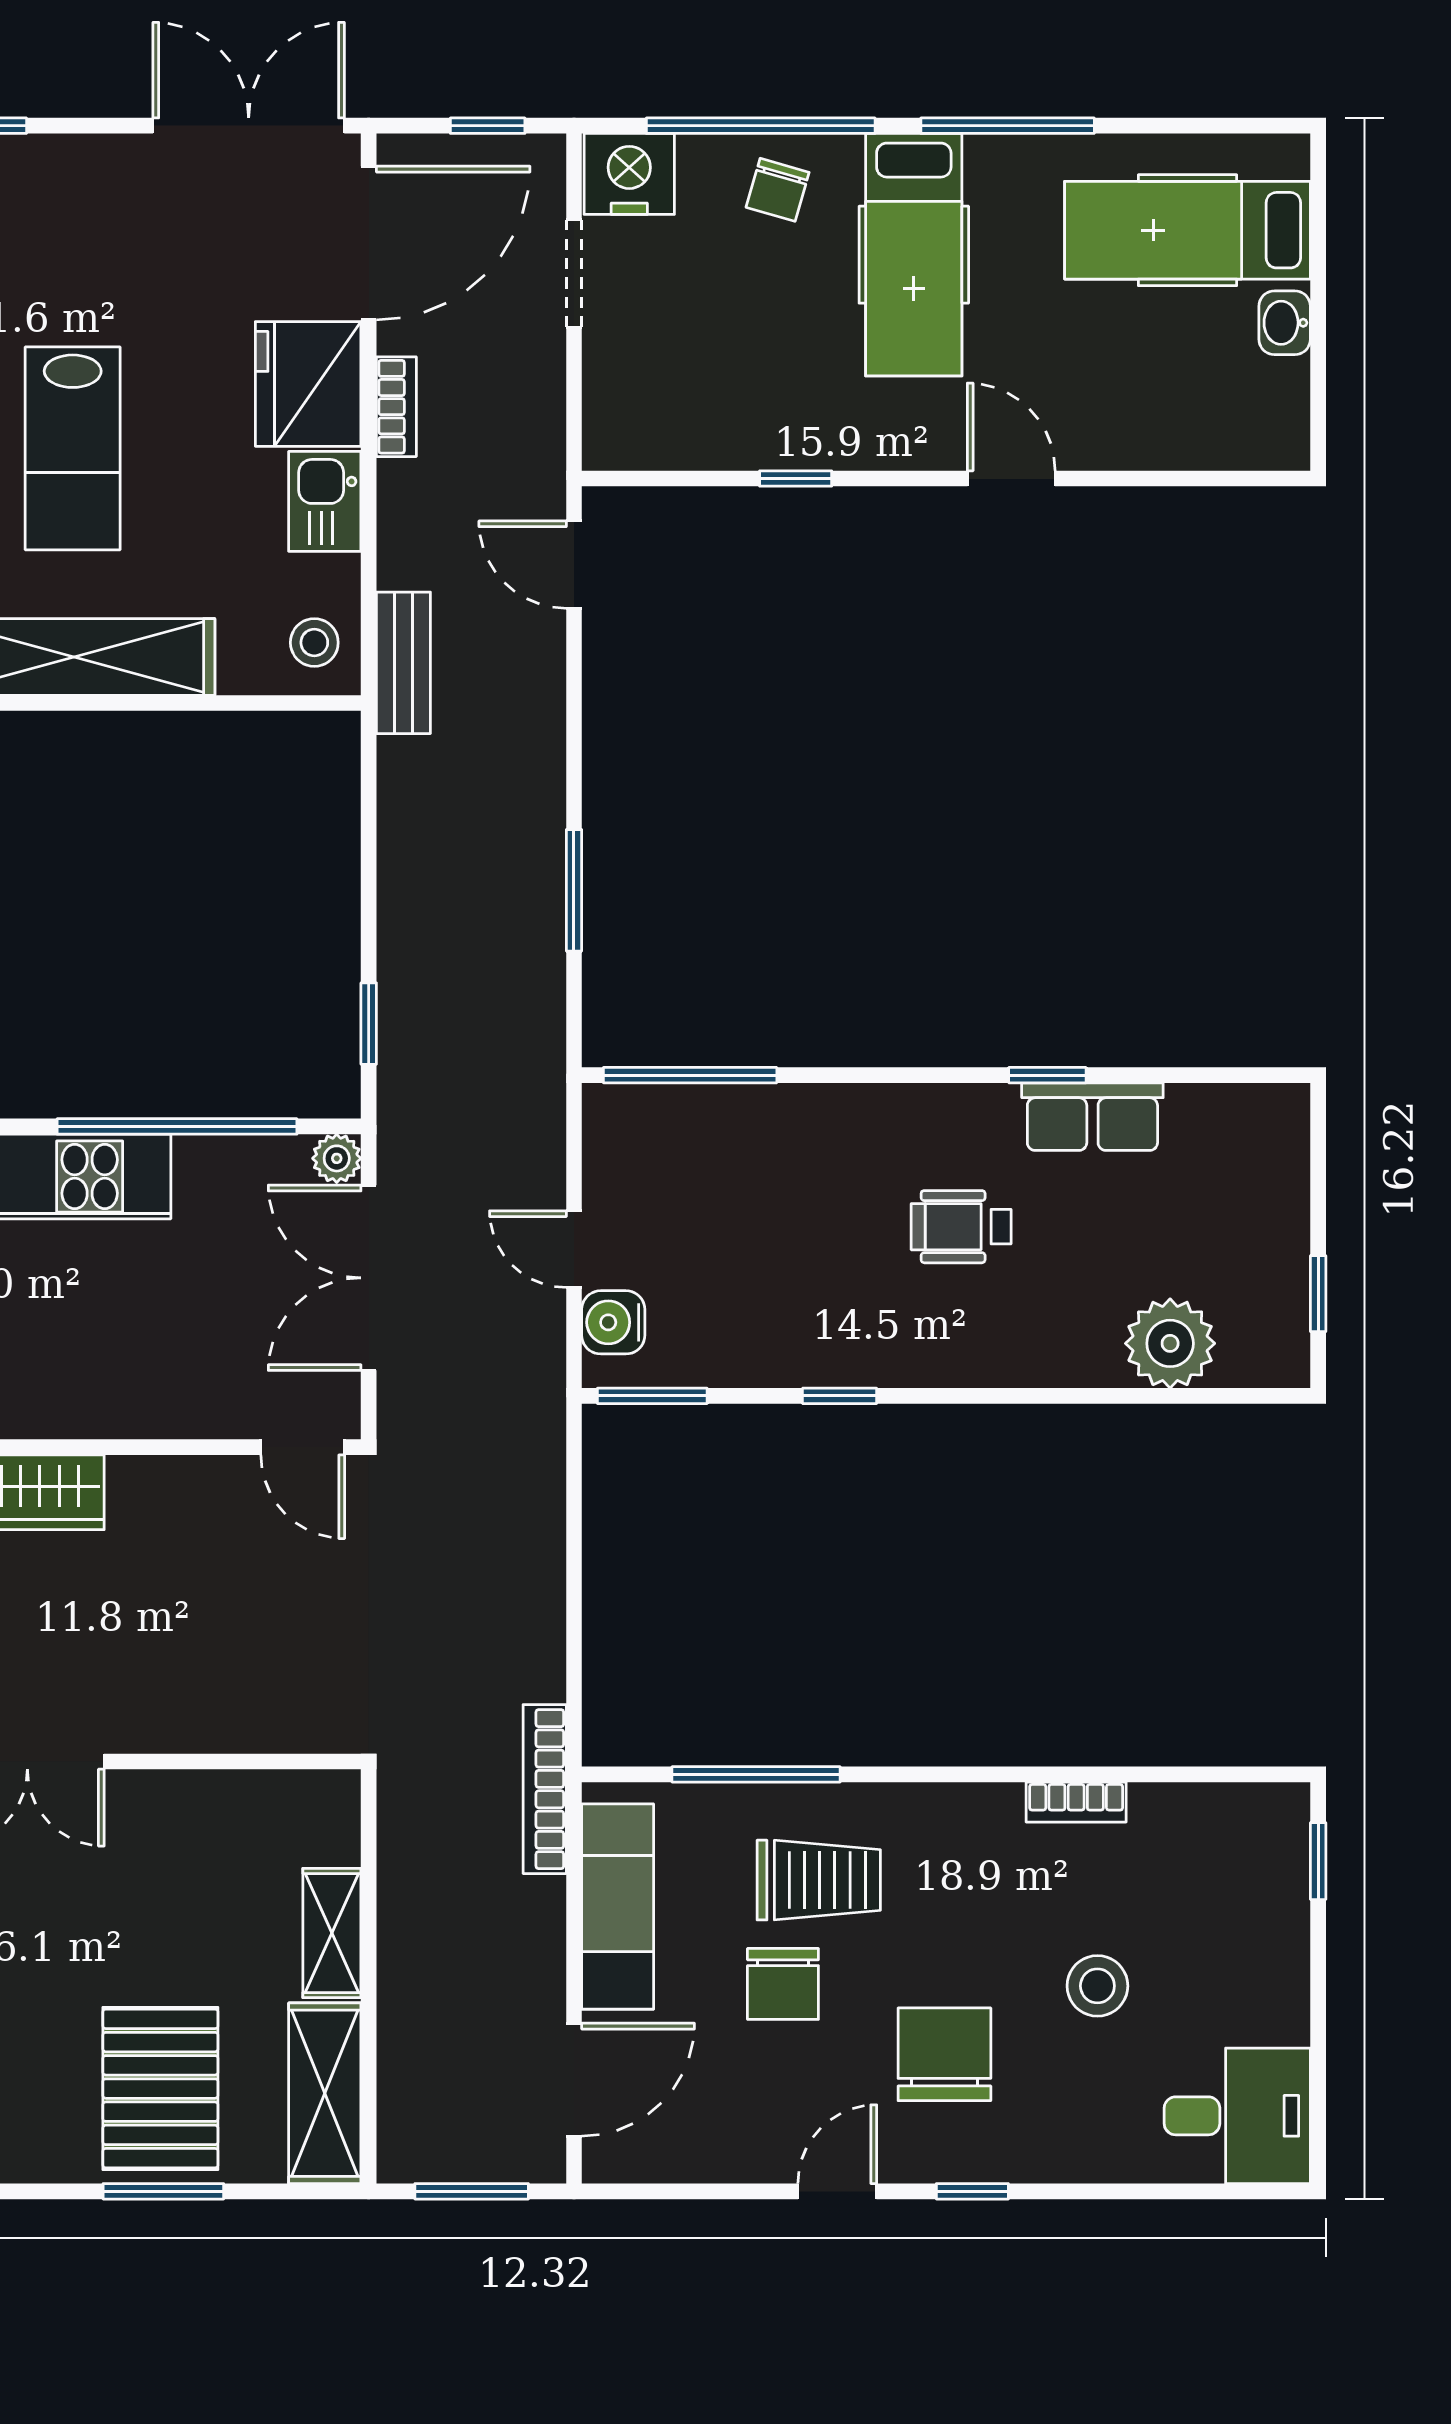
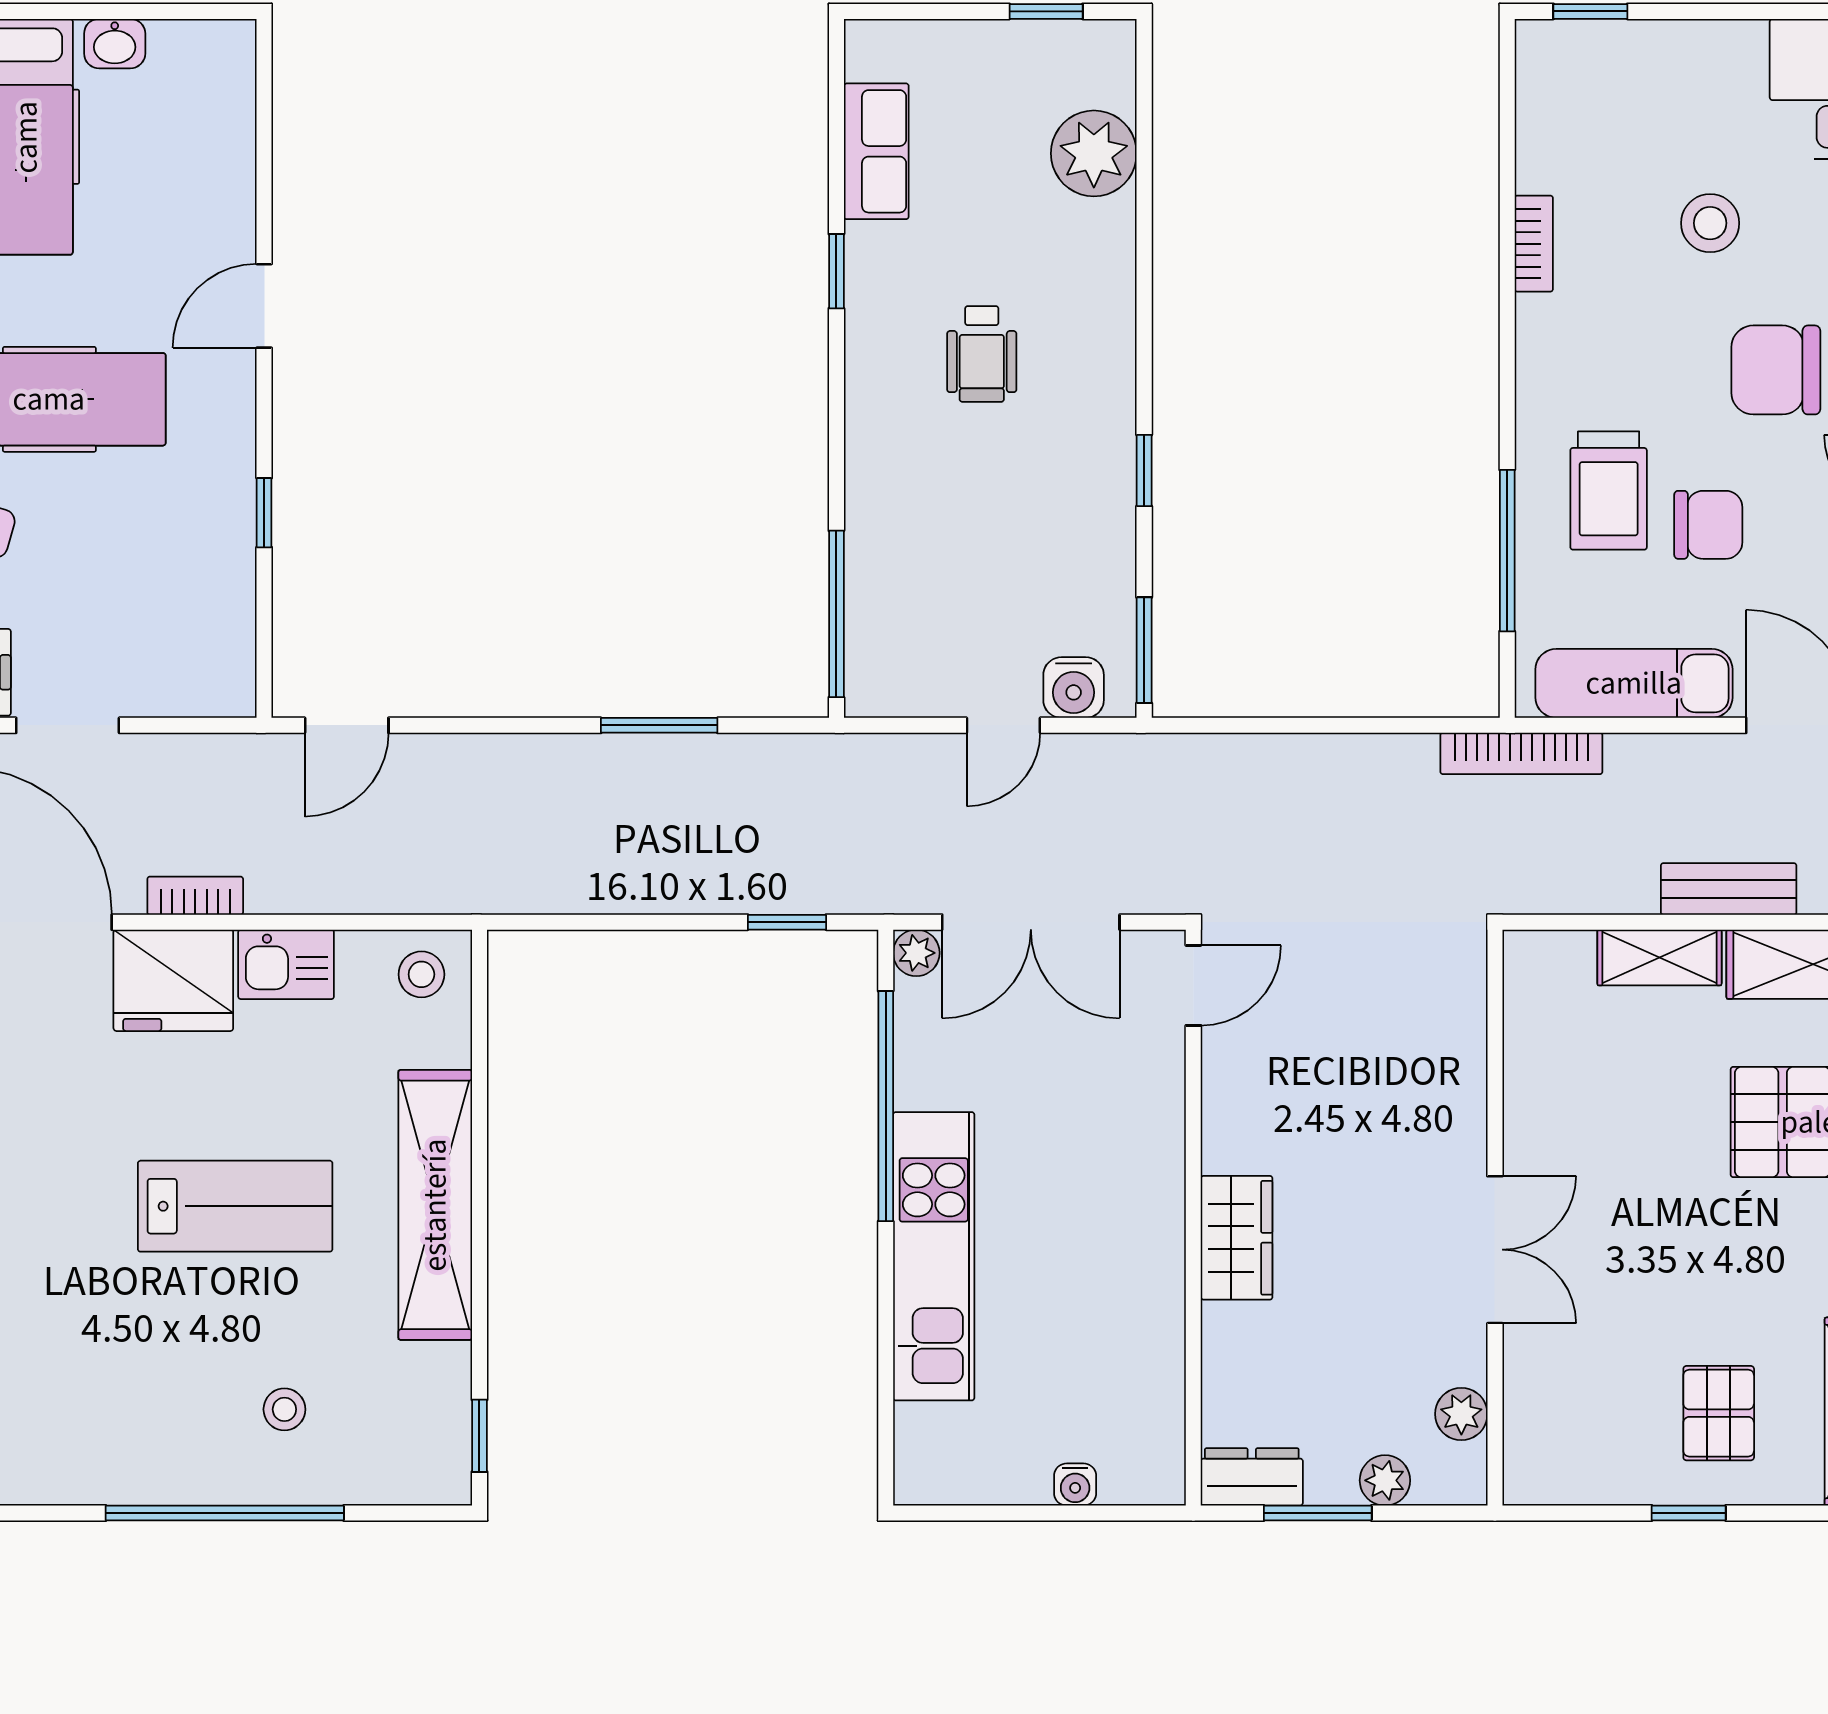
bench: (403, 663) -> (1729, 889), moved
row of seats: (1092, 1117) -> (876, 151), moved
trolley: (819, 1880) -> (1609, 491), turned 180

